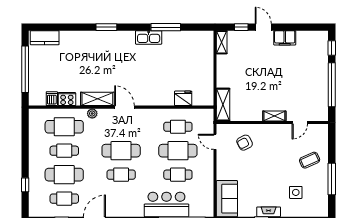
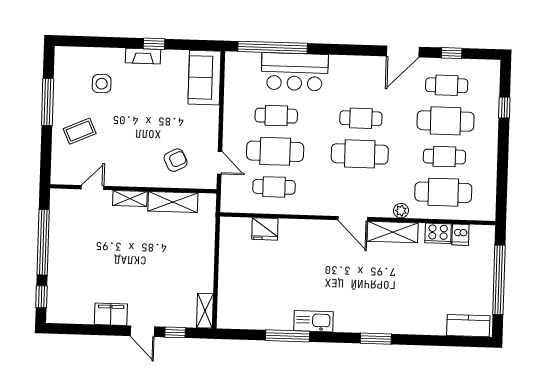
shelving: (223, 105) -> (173, 202), moved, turned 90

